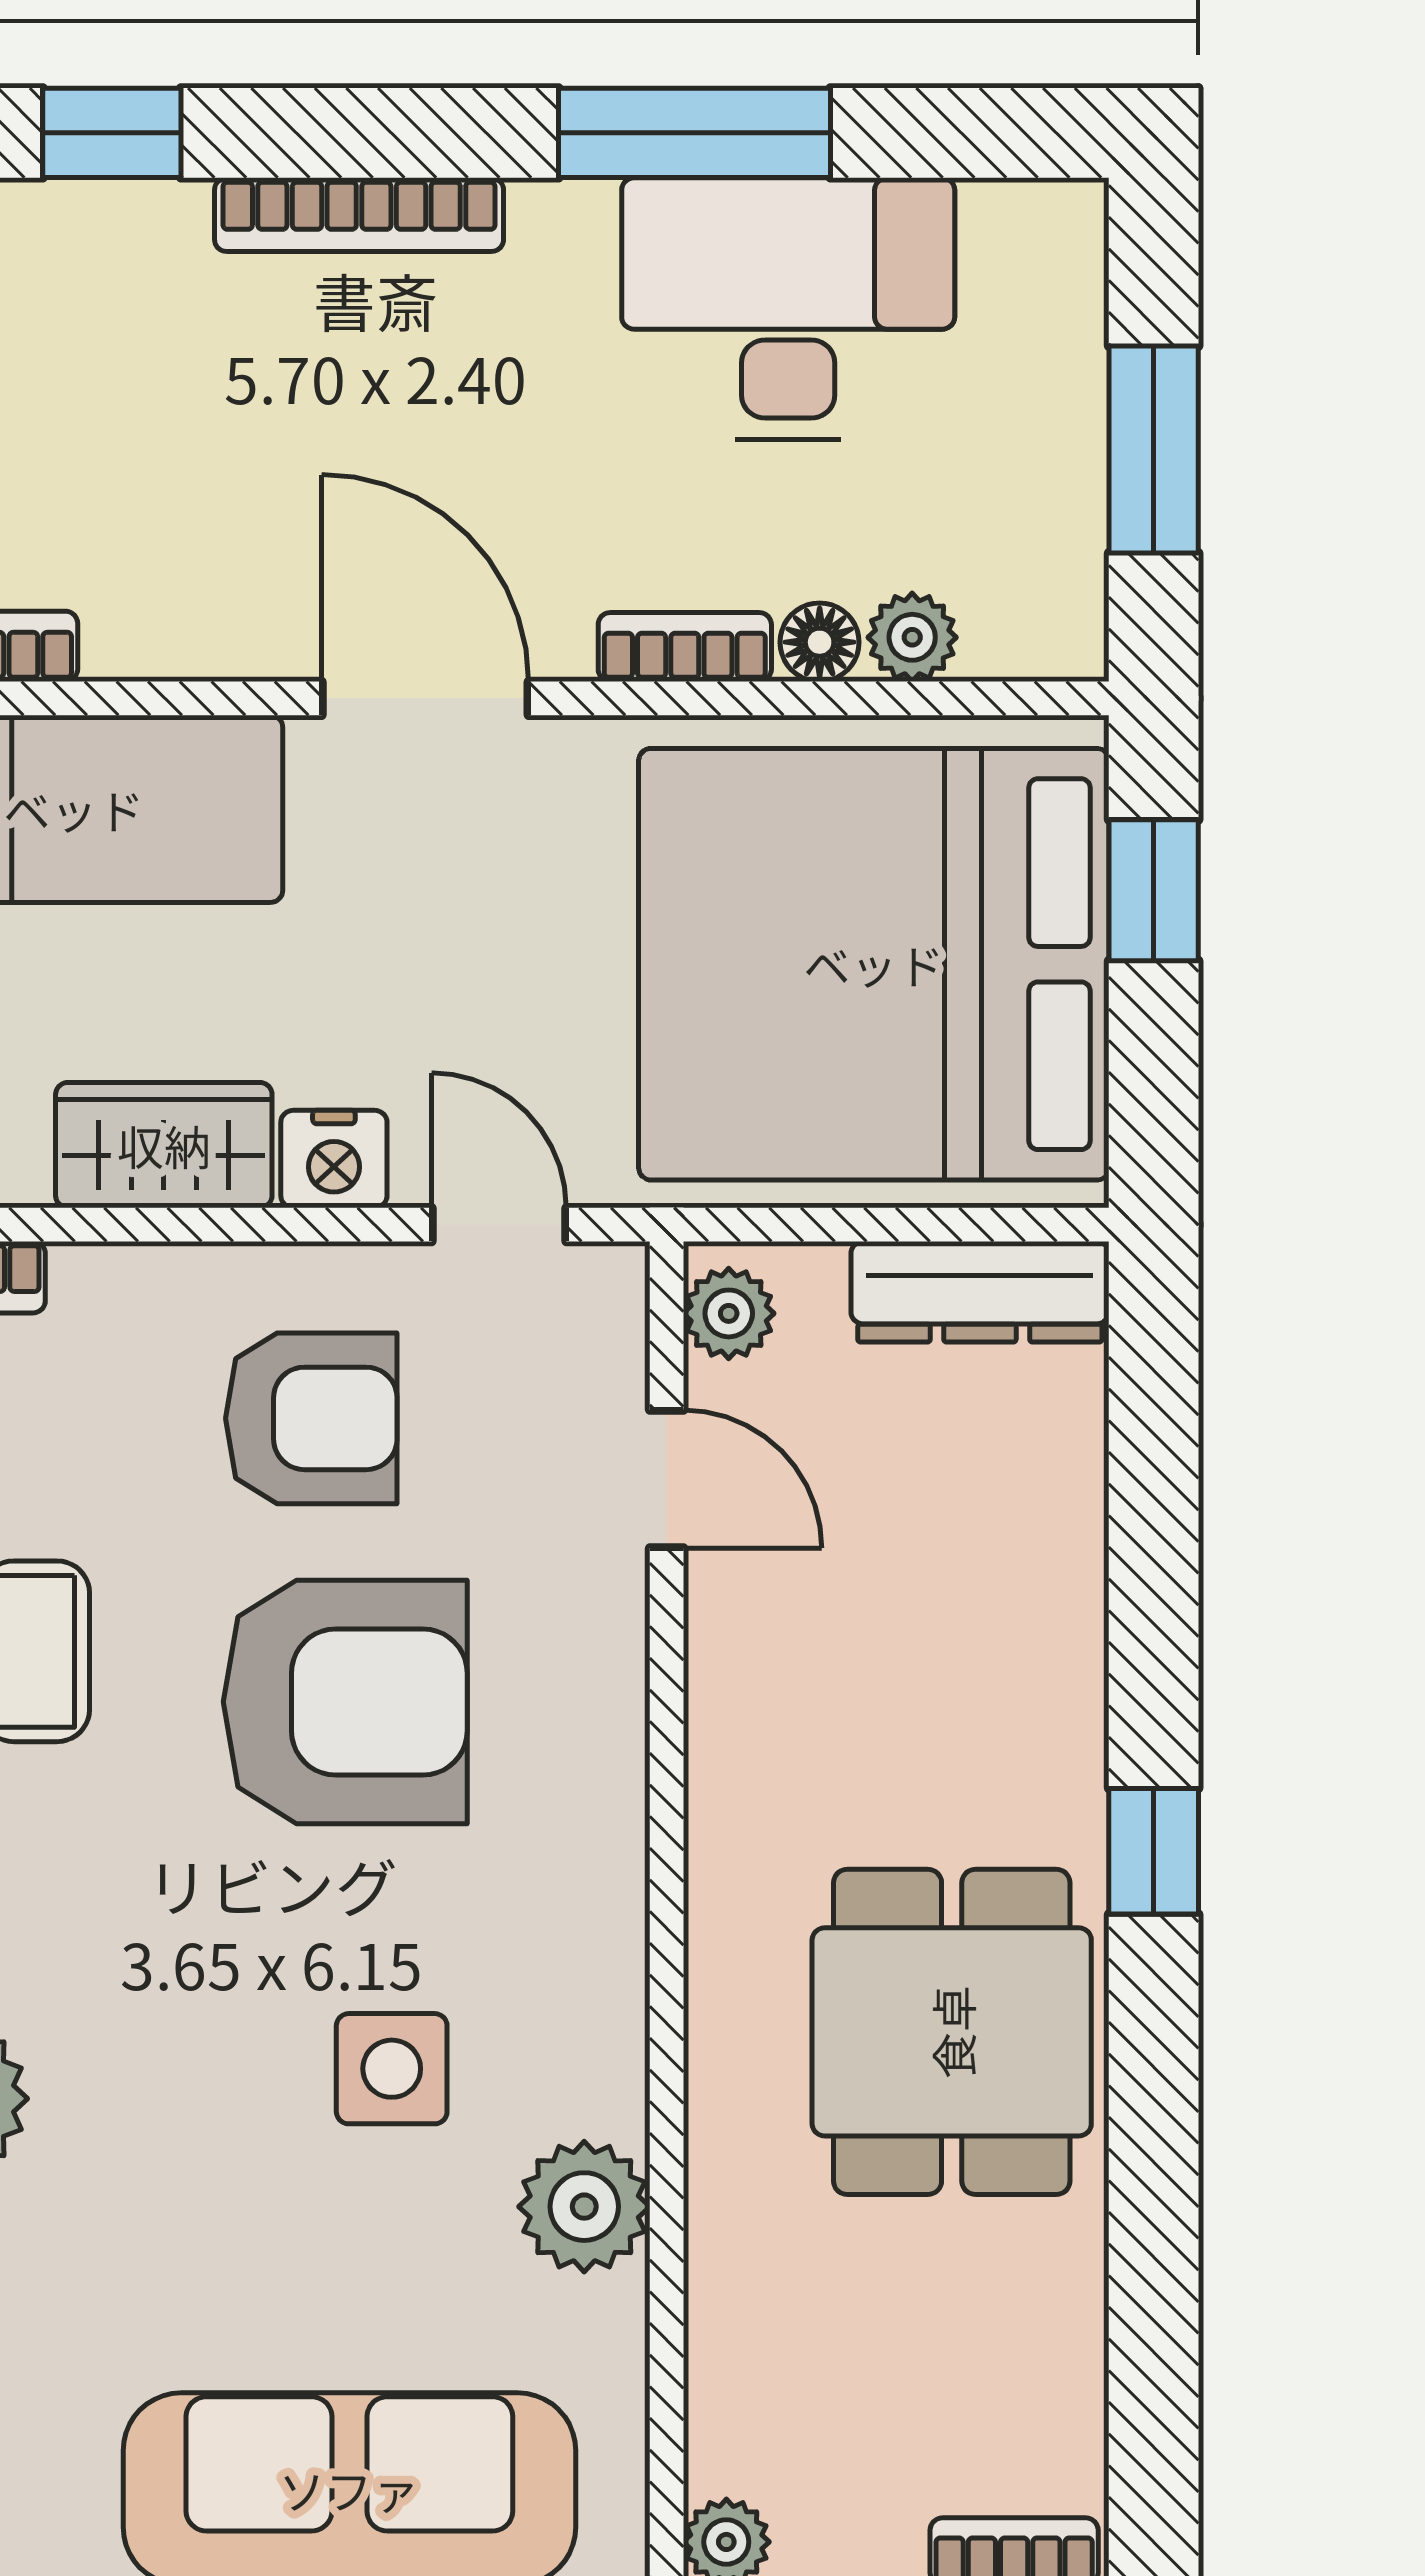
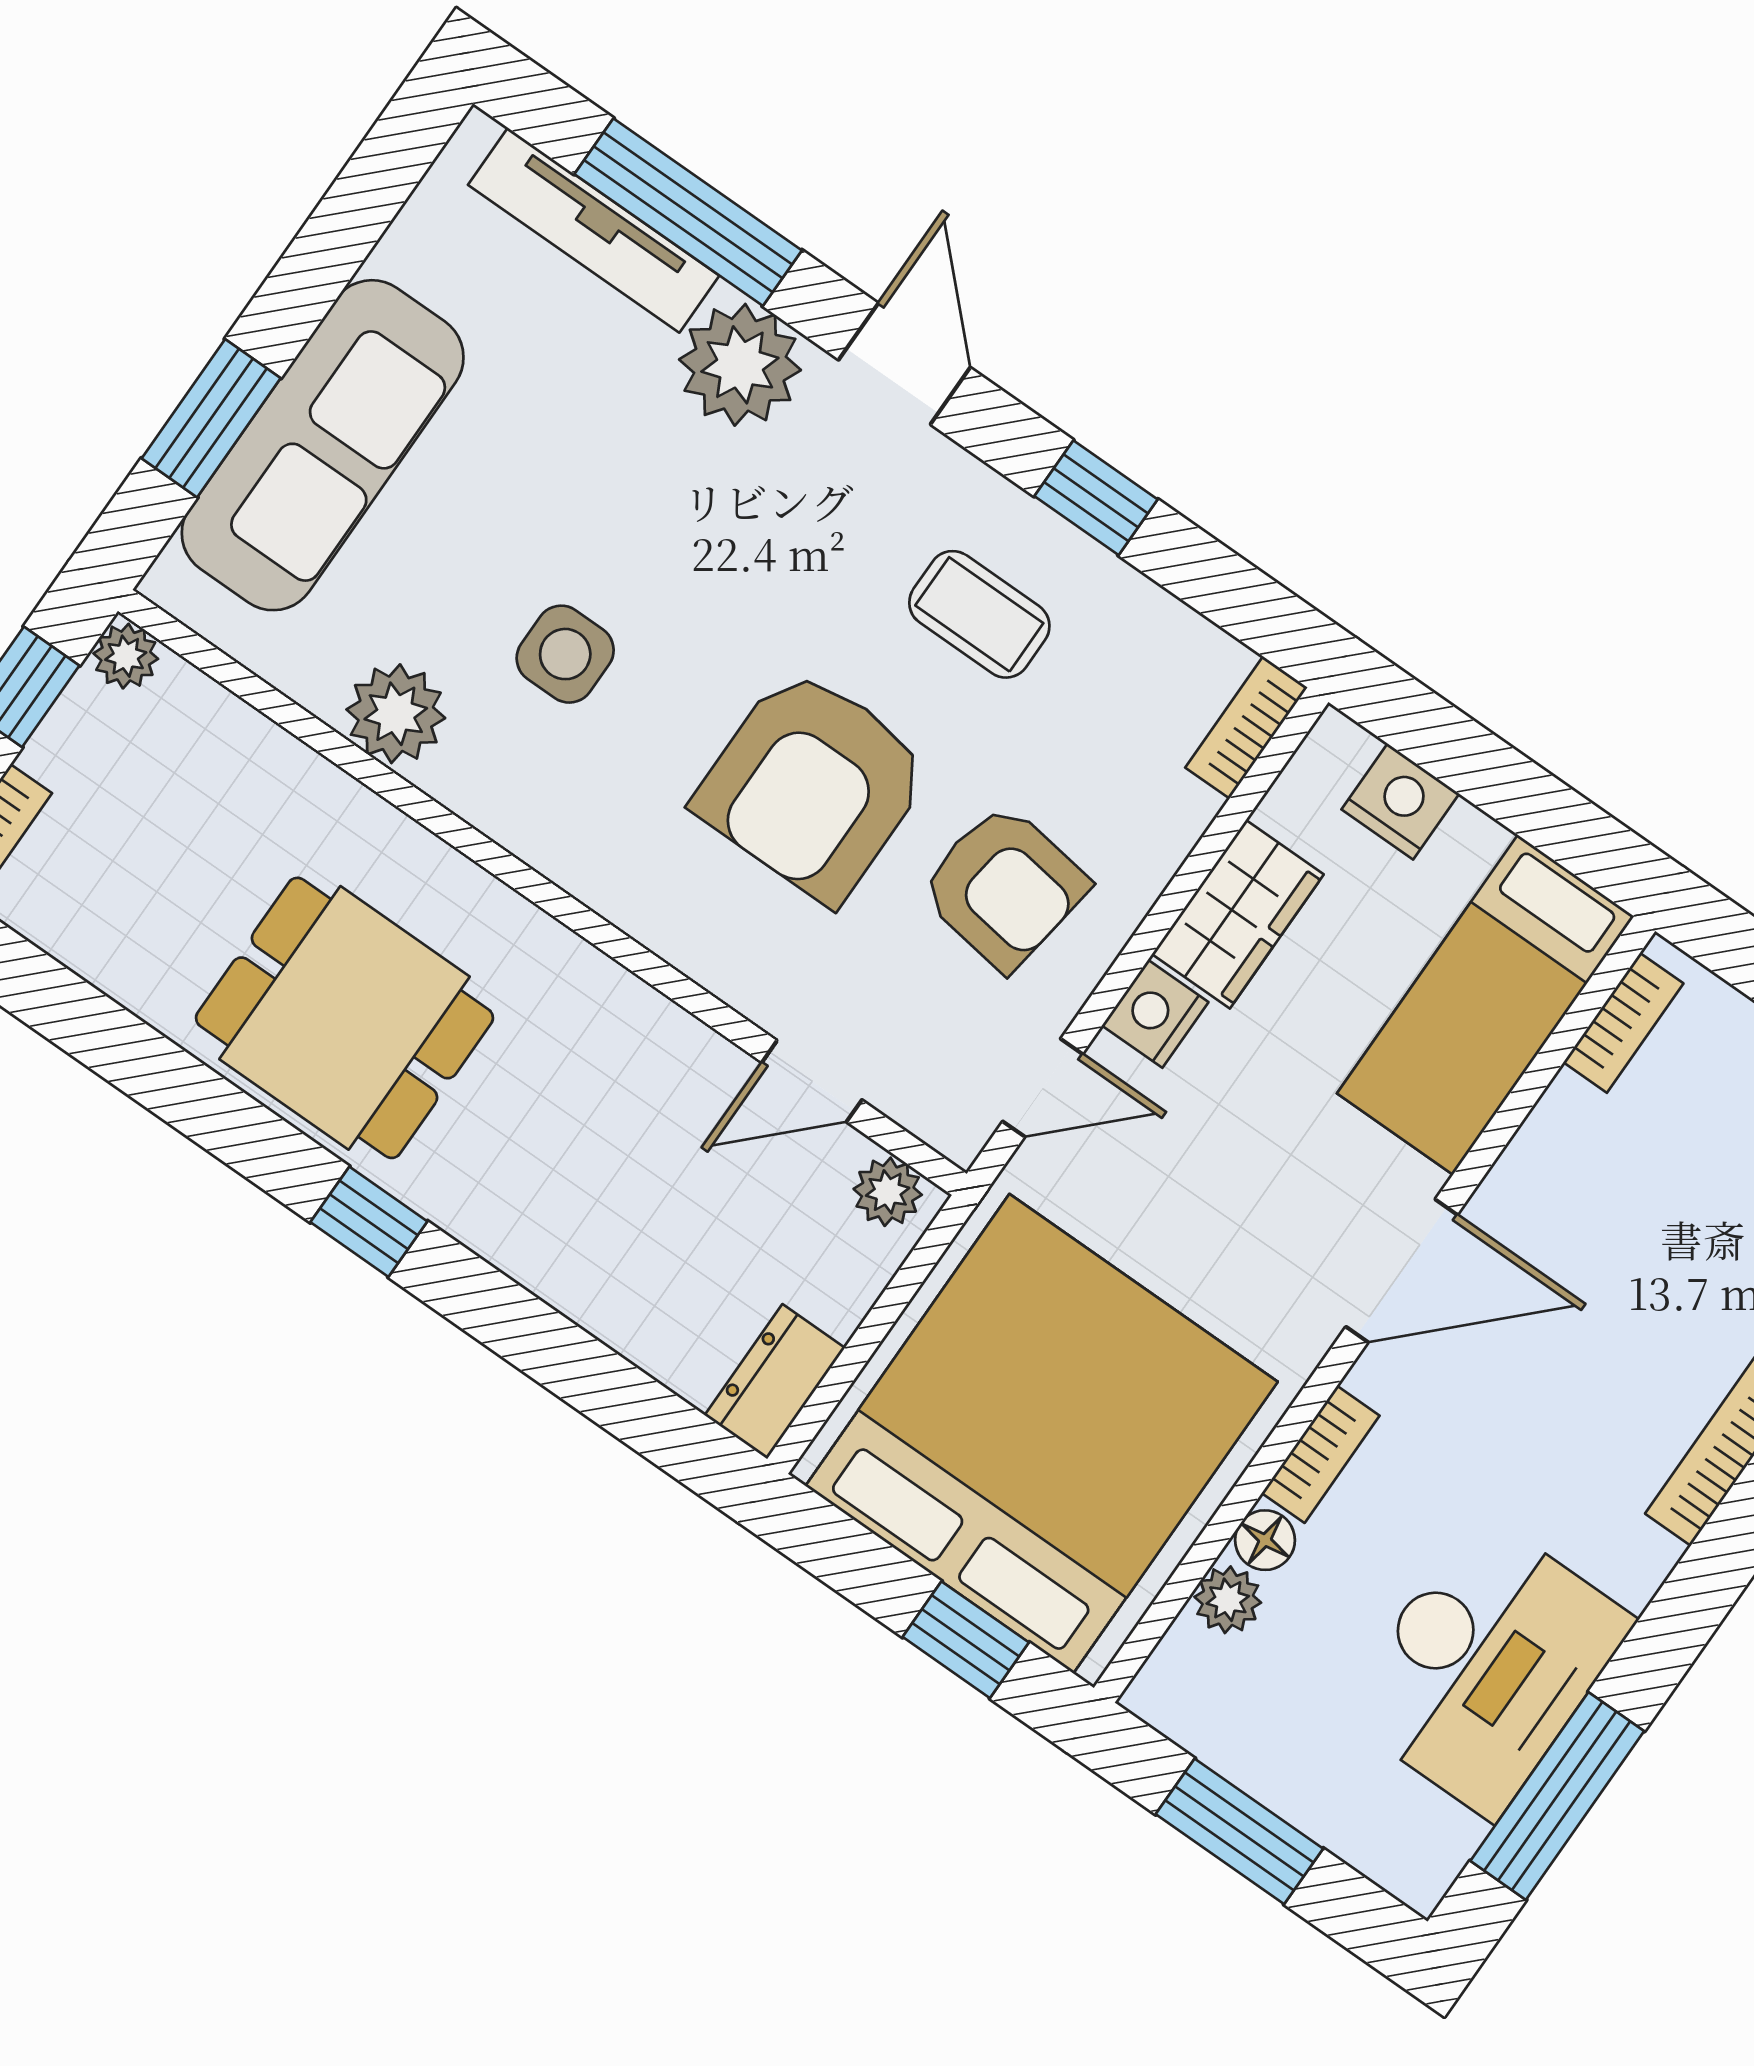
window: (694, 133) -> (1557, 1796), moved
dresser: (980, 1292) -> (775, 1382), width x0.70
armchair: (311, 1418) -> (1004, 887), turned -82

